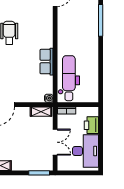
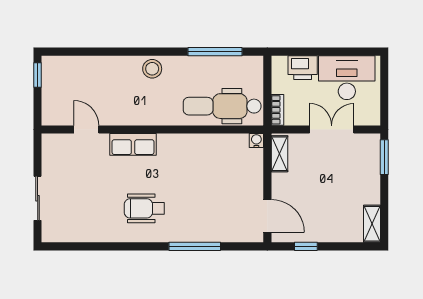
window: (101, 20) -> (215, 52), moved
stool: (91, 37) -> (152, 69), added
row of seats: (46, 62) -> (133, 144), moved

